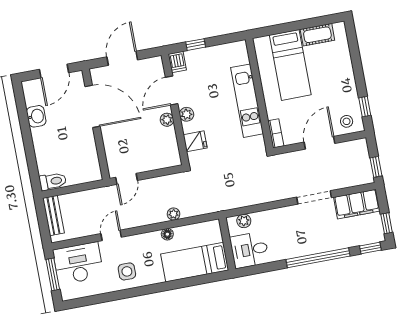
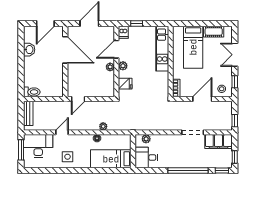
double door: (357, 65) -> (235, 55), added
kitchen unit: (247, 101) -> (162, 49), moved

